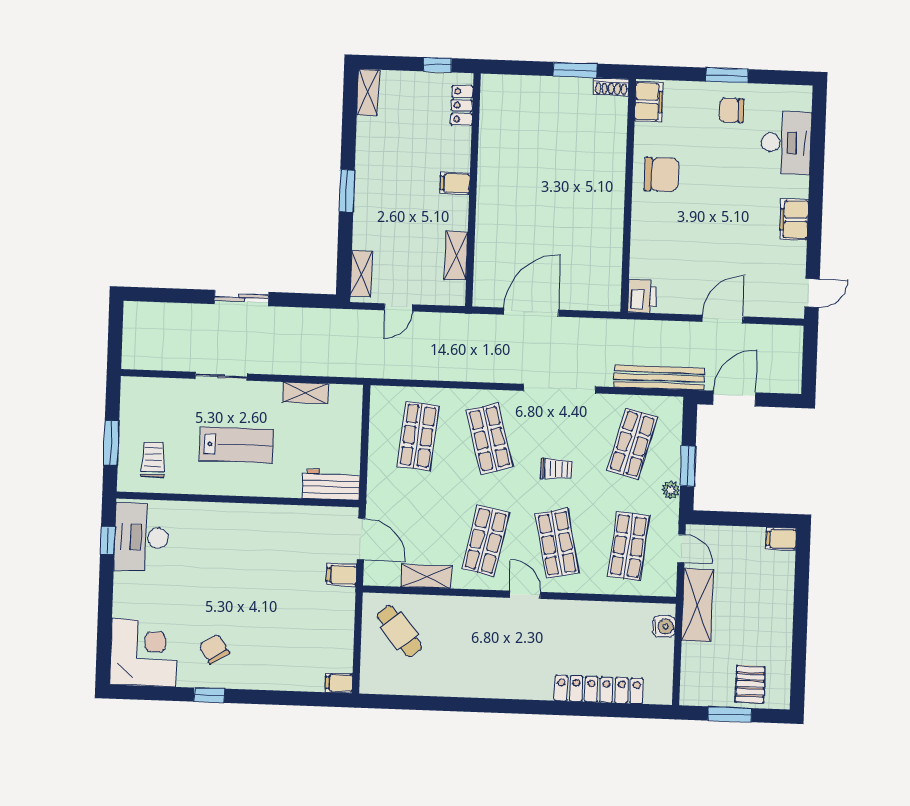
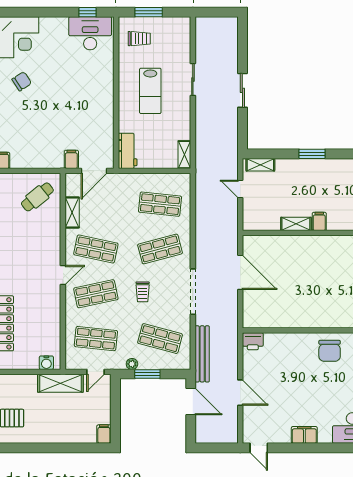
shelving: (456, 256) -> (296, 224), moved
shelving: (305, 393) -> (184, 155), moved

